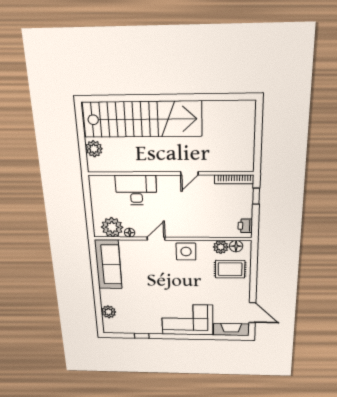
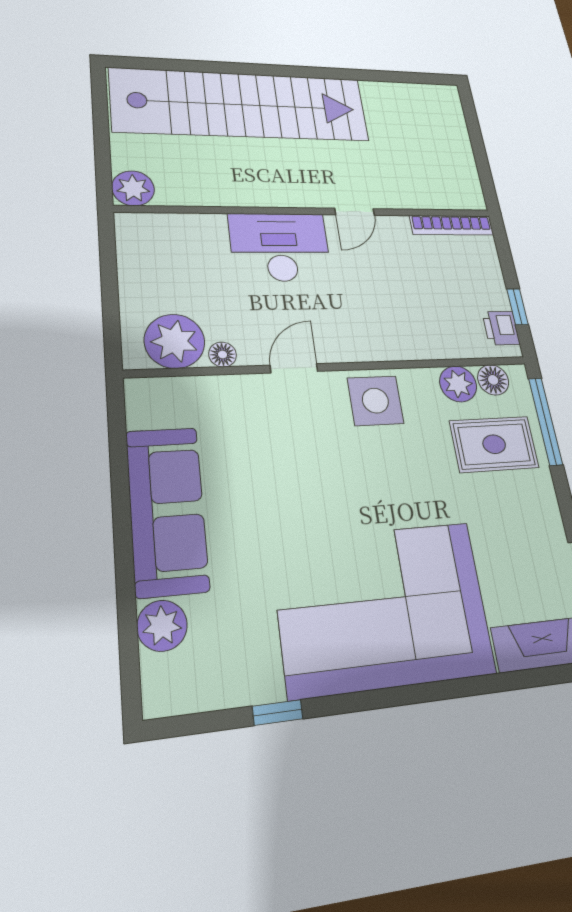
plant: (94, 149) -> (133, 188), moved
desk: (136, 190) -> (280, 247), moved
window: (256, 196) -> (517, 307), moved
window: (254, 262) -> (545, 421), added
sofa: (108, 264) -> (167, 510), moved
corner sofa: (187, 320) -> (383, 607), width x1.36, depth x1.36

